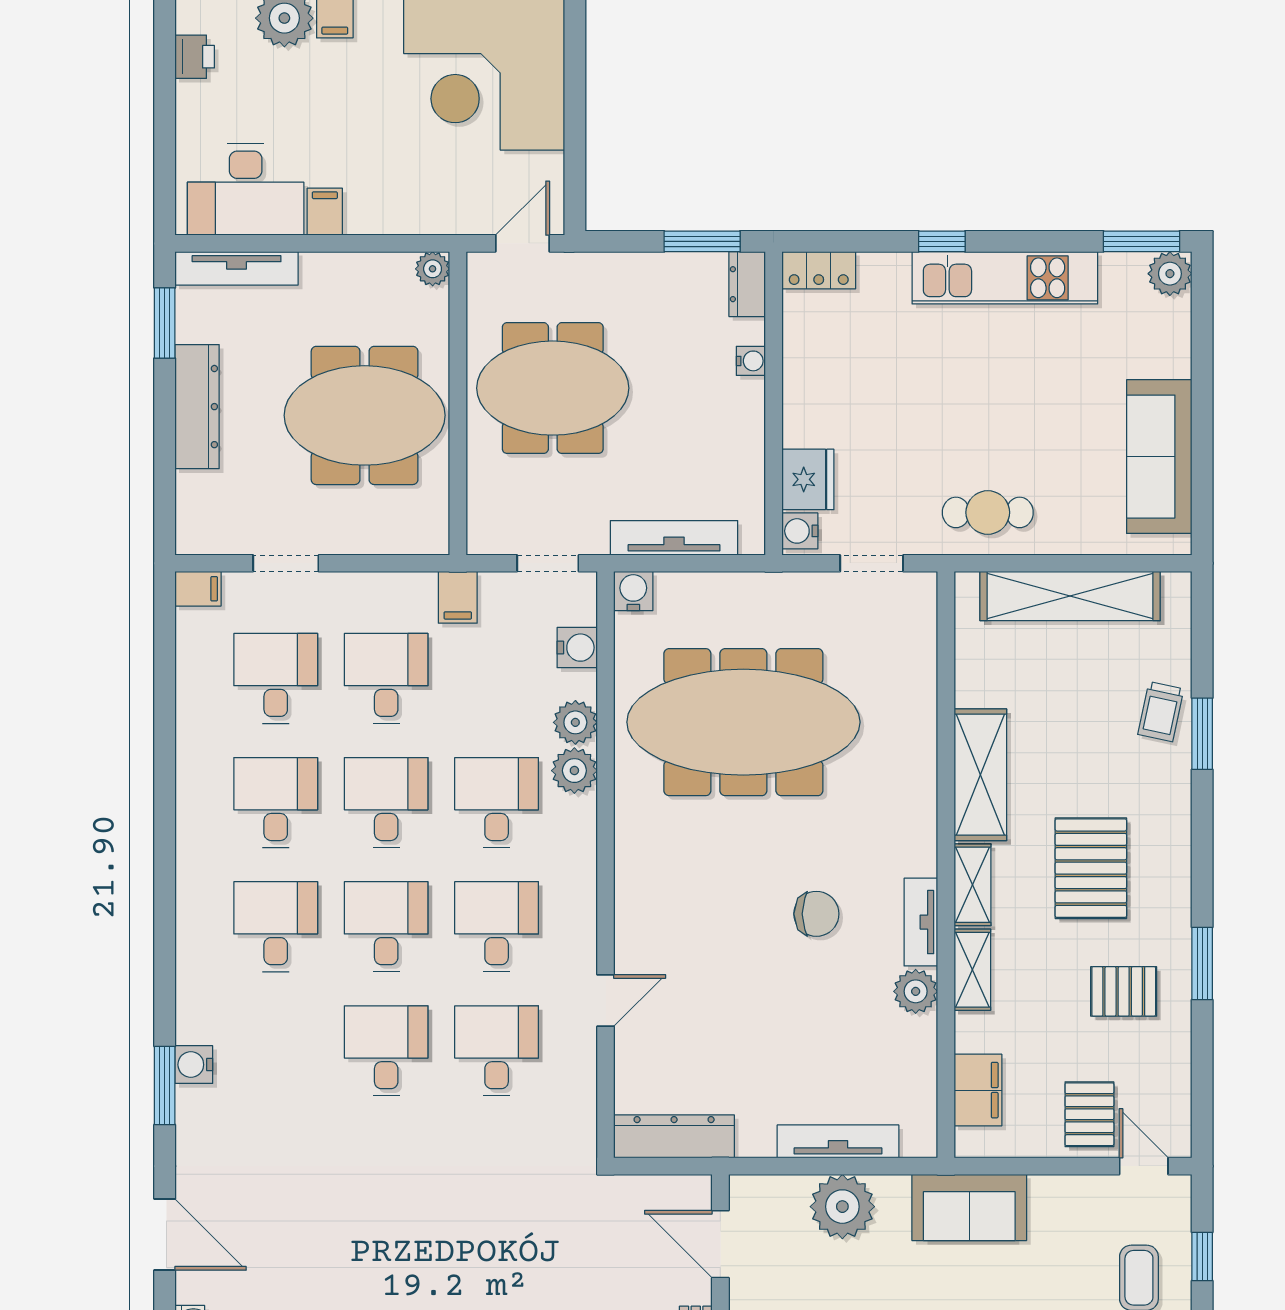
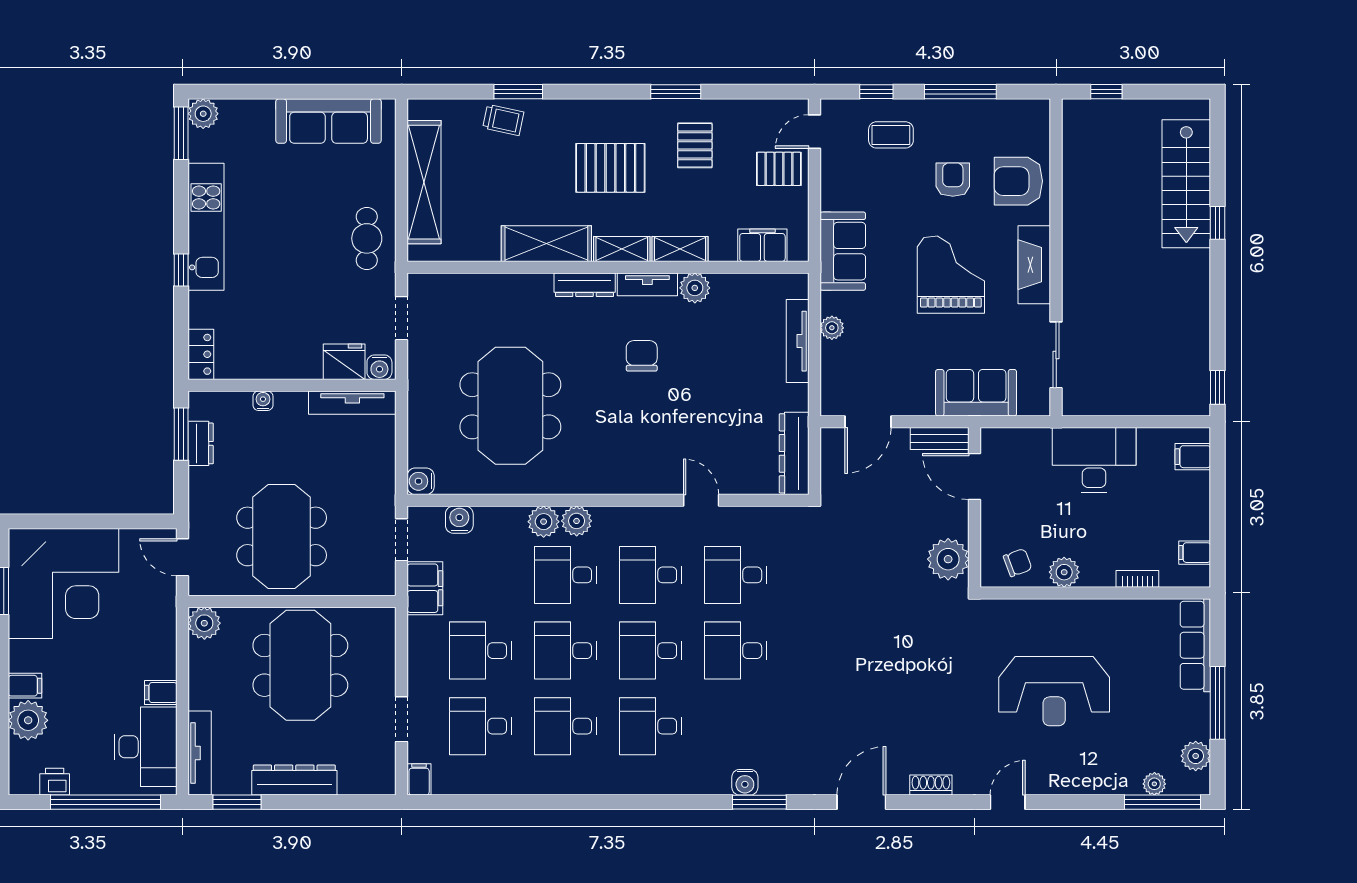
window: (165, 131) -> (106, 802), added
plant: (433, 269) -> (204, 623), width x1.38, depth x1.38
dresser: (747, 284) -> (201, 443), moved, turned -90
tv unit: (674, 538) -> (352, 403), moved, turned -90
filing cabinet: (458, 597) -> (425, 588), width x2.00
plant: (575, 722) -> (577, 521), moved
meeting table: (743, 722) -> (510, 406), width x0.73
dresser: (920, 830) -> (585, 285), added
plant: (842, 1207) -> (832, 328), width x0.53, depth x0.53

